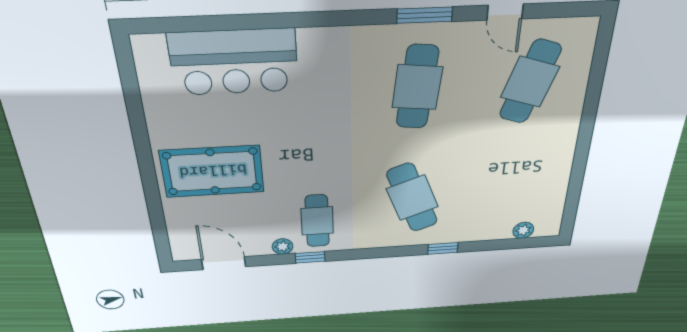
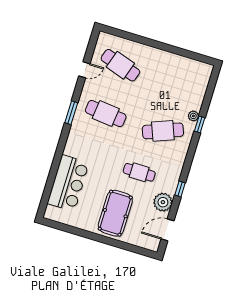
window: (425, 15) -> (71, 113), moved
cafe table: (317, 221) -> (139, 172), moved
plant: (523, 230) -> (193, 116), moved
plant: (283, 247) -> (163, 202), width x1.88, depth x1.88

